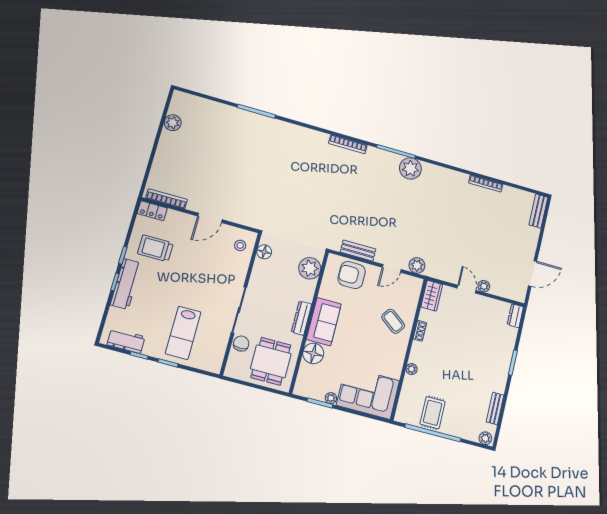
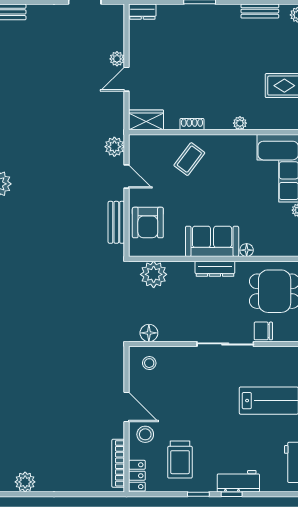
stool: (184, 226) -> (145, 434), added
workbench: (126, 284) -> (238, 481), width x0.73
floor lamp: (313, 353) -> (247, 250), width x0.53, depth x0.53

